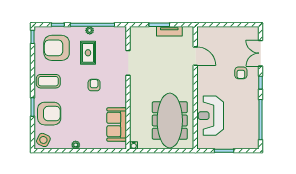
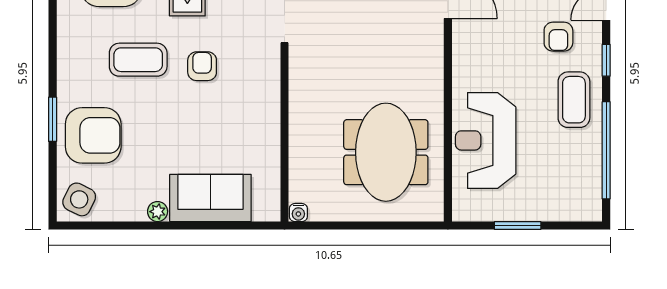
coffee table: (48, 81) -> (138, 60), moved
coffee table: (247, 99) -> (574, 100), added
meeting table: (170, 120) -> (386, 152), width x0.73
sofa: (117, 125) -> (210, 198), moved, turned 90

